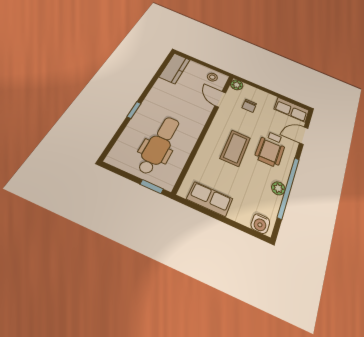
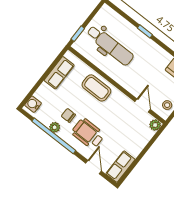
door: (220, 99) -> (143, 106), hinge flipped
chair: (249, 106) -> (68, 115), moved
coffee table: (235, 148) -> (96, 88), moved

